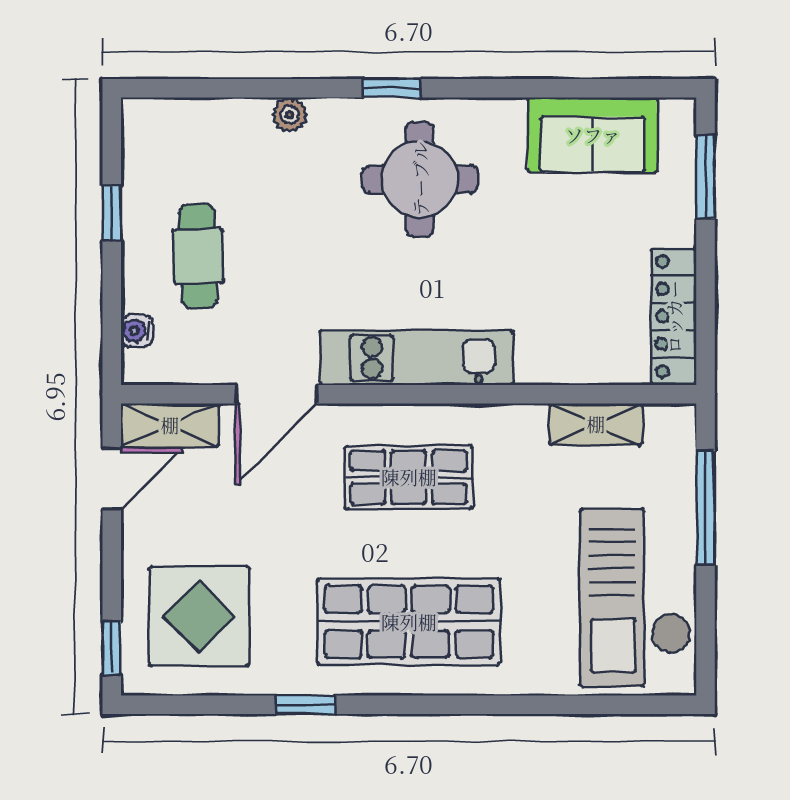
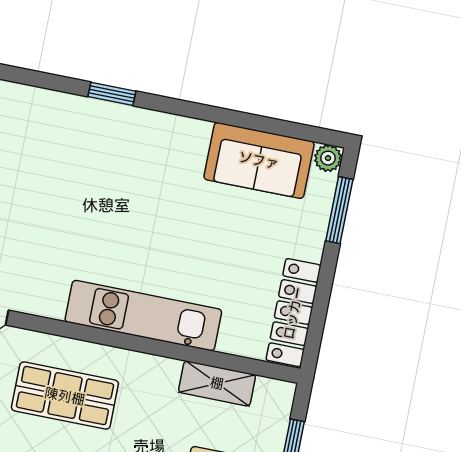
plant: (290, 115) -> (328, 158), moved
round table: (420, 179) -> (119, 168), removed
kitchen unit: (416, 358) -> (143, 316), moved

